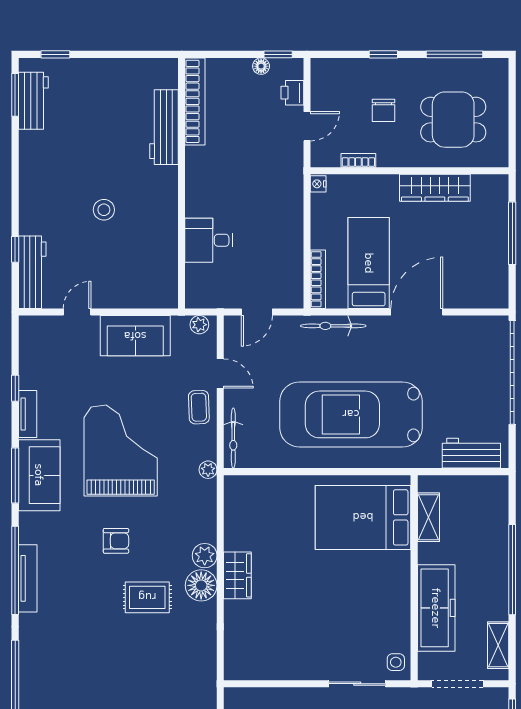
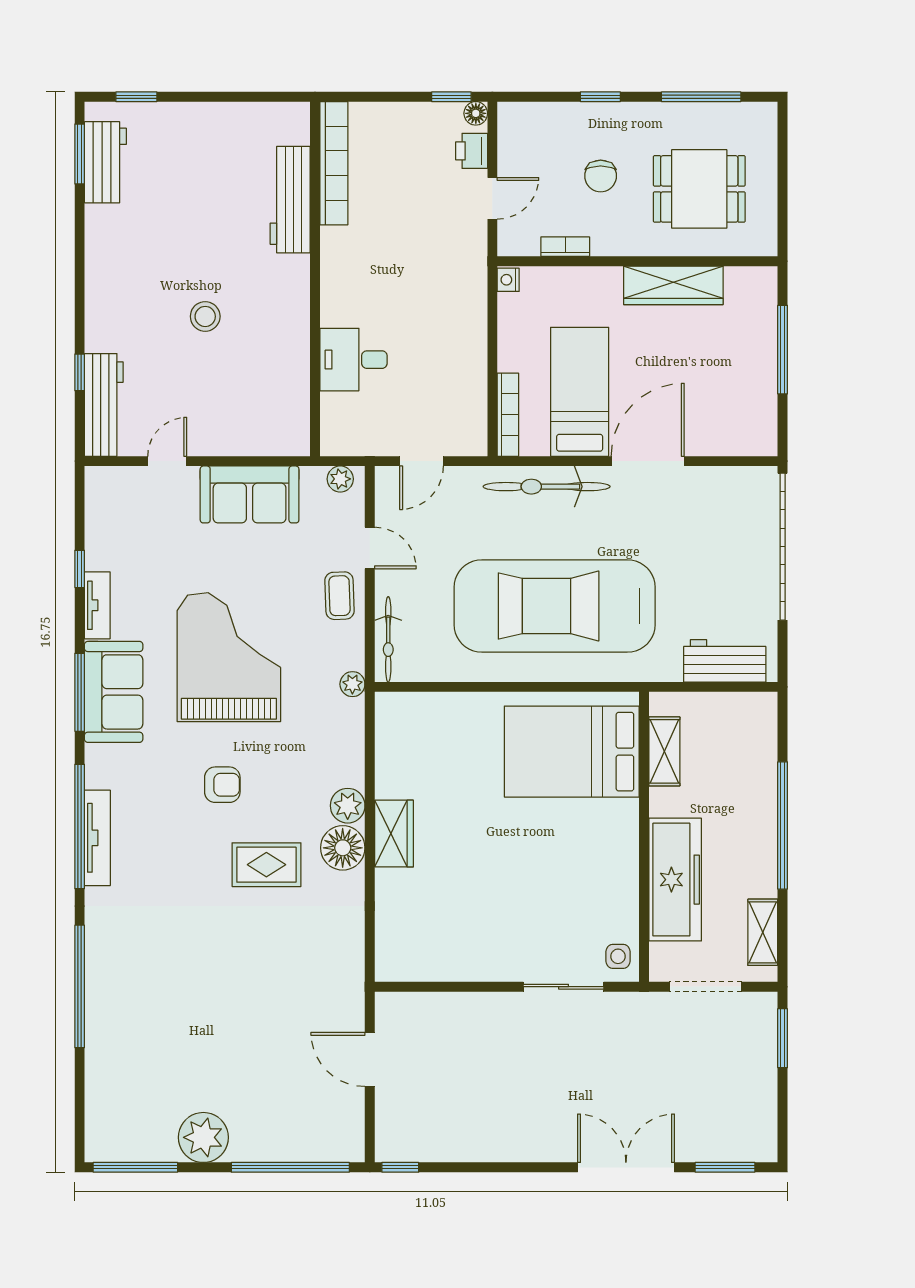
floor lamp: (261, 66) -> (476, 113), moved
bicycle: (333, 326) -> (547, 487), width x1.37, depth x1.40

